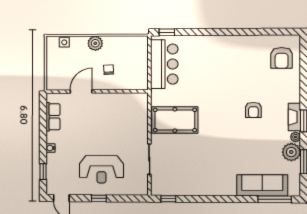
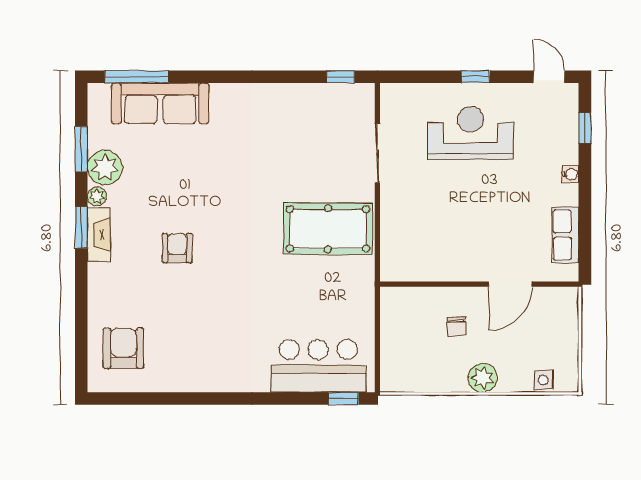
bar counter: (164, 64) -> (318, 366), moved, turned 90

